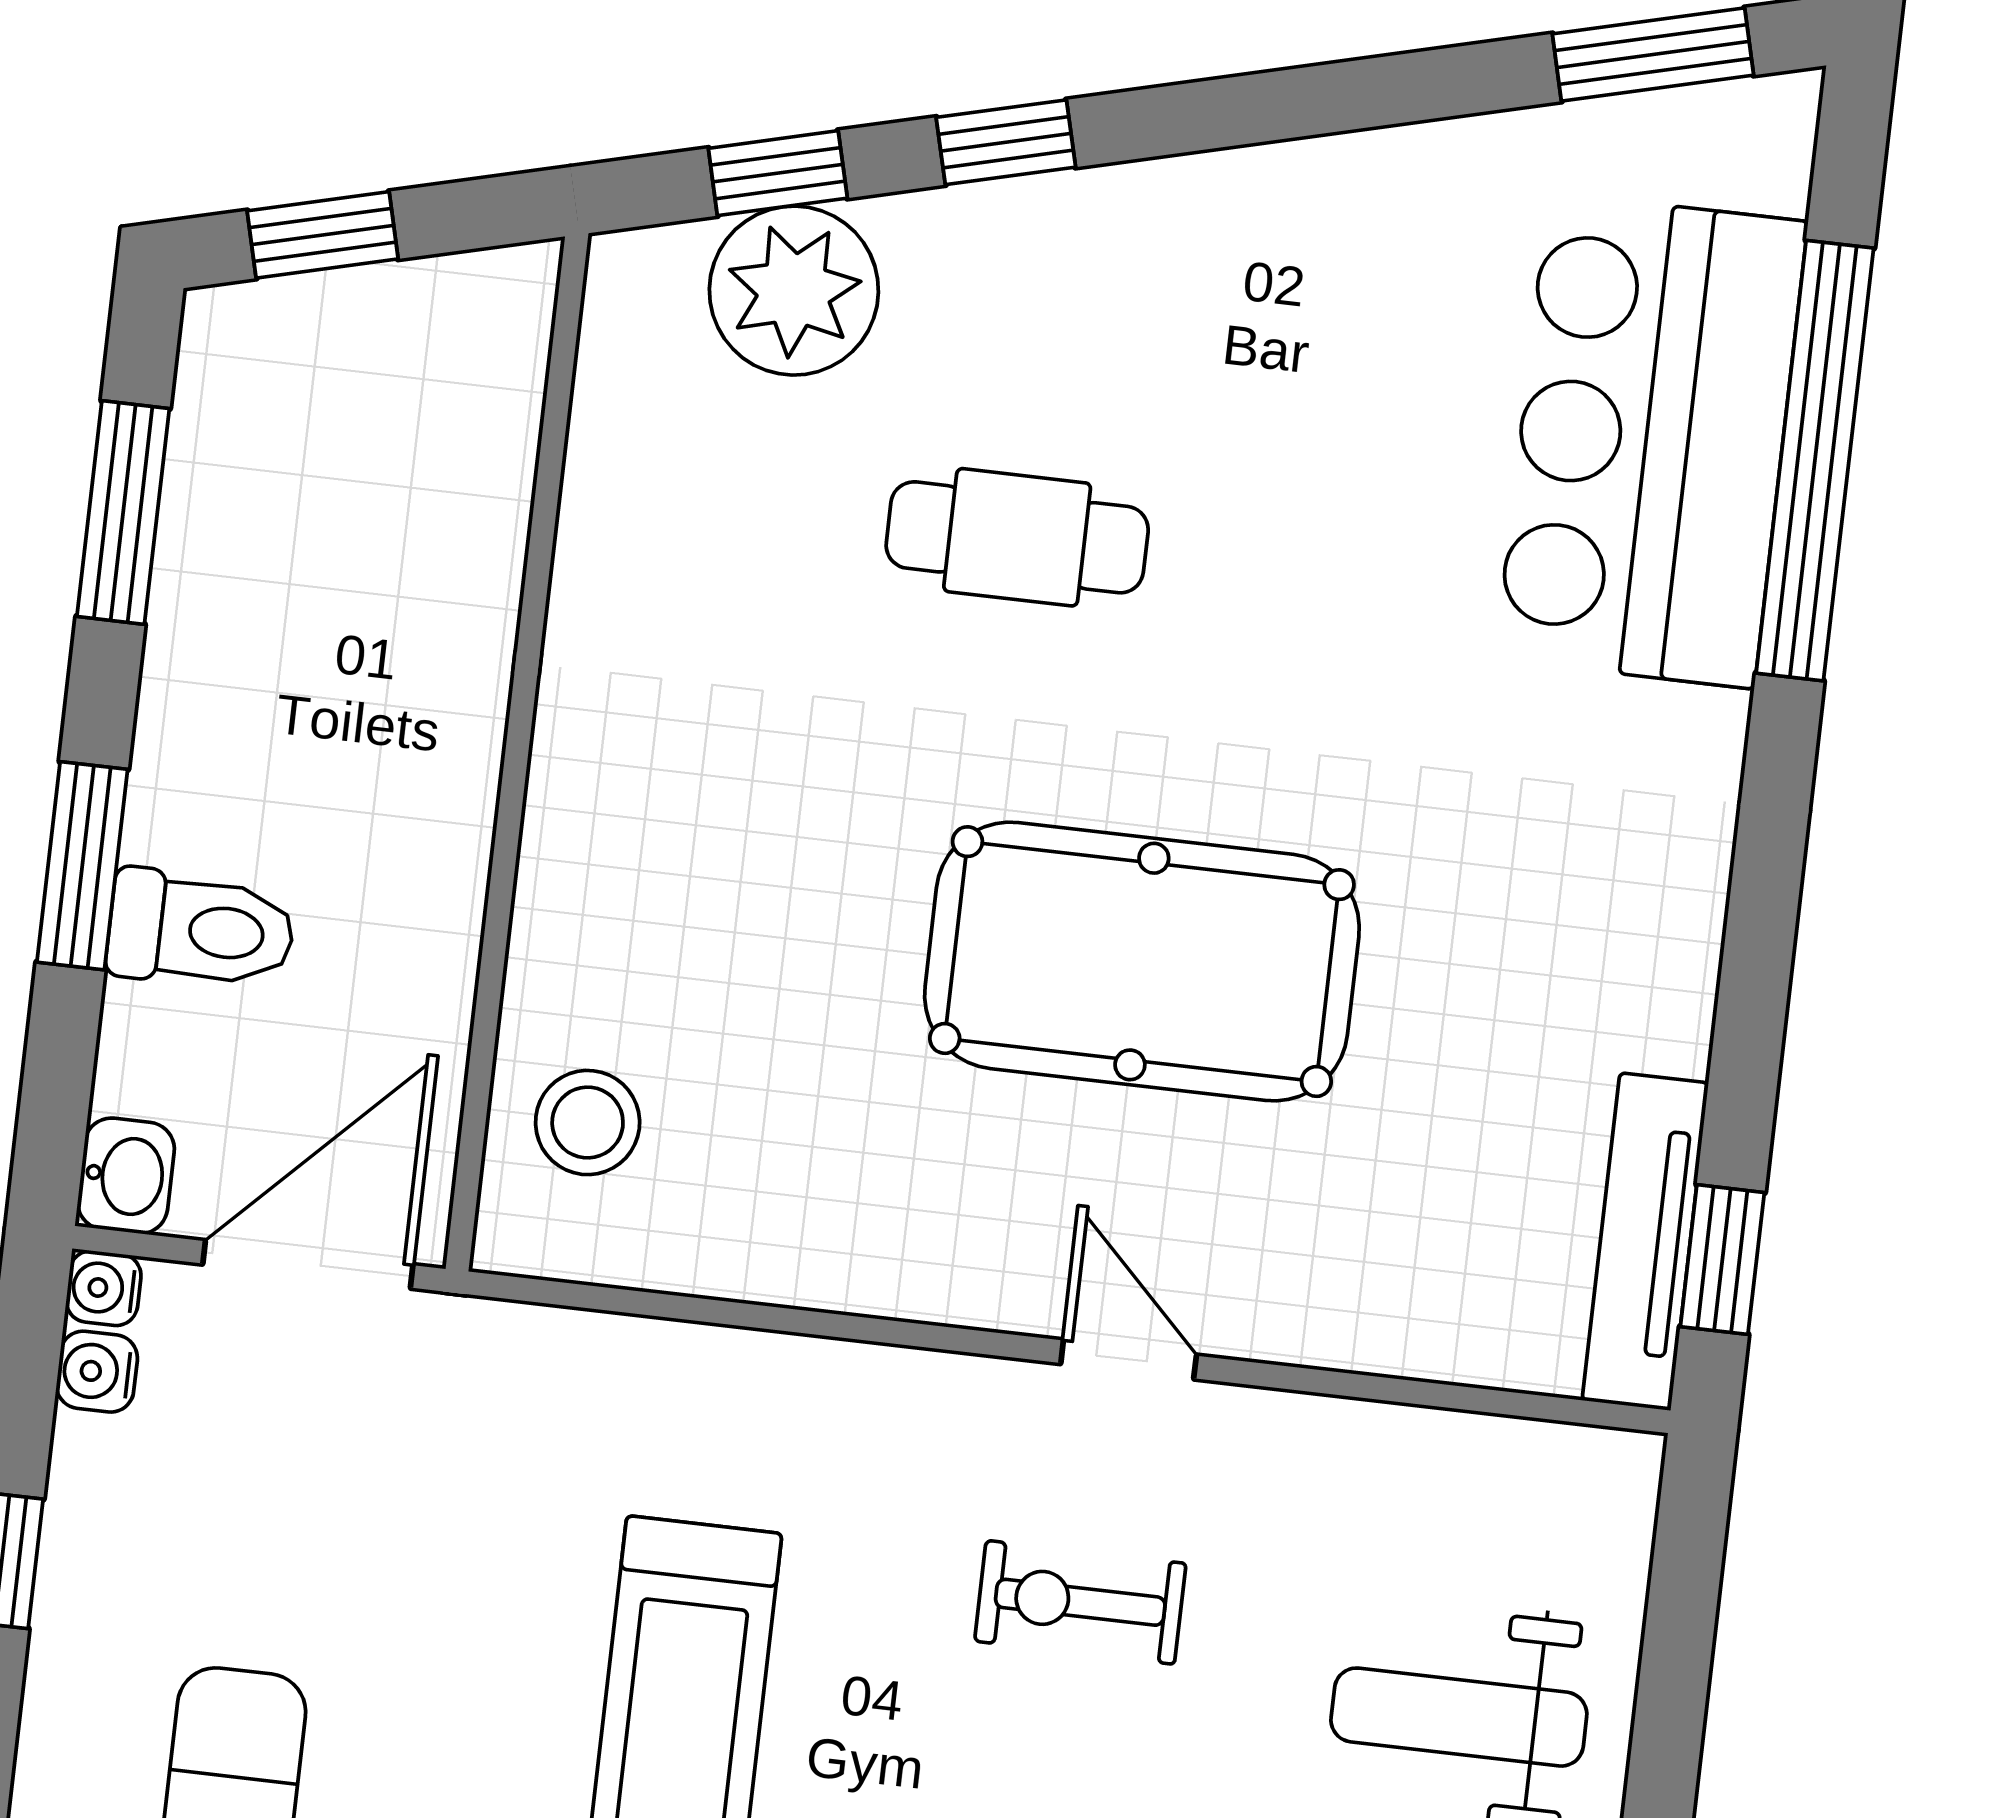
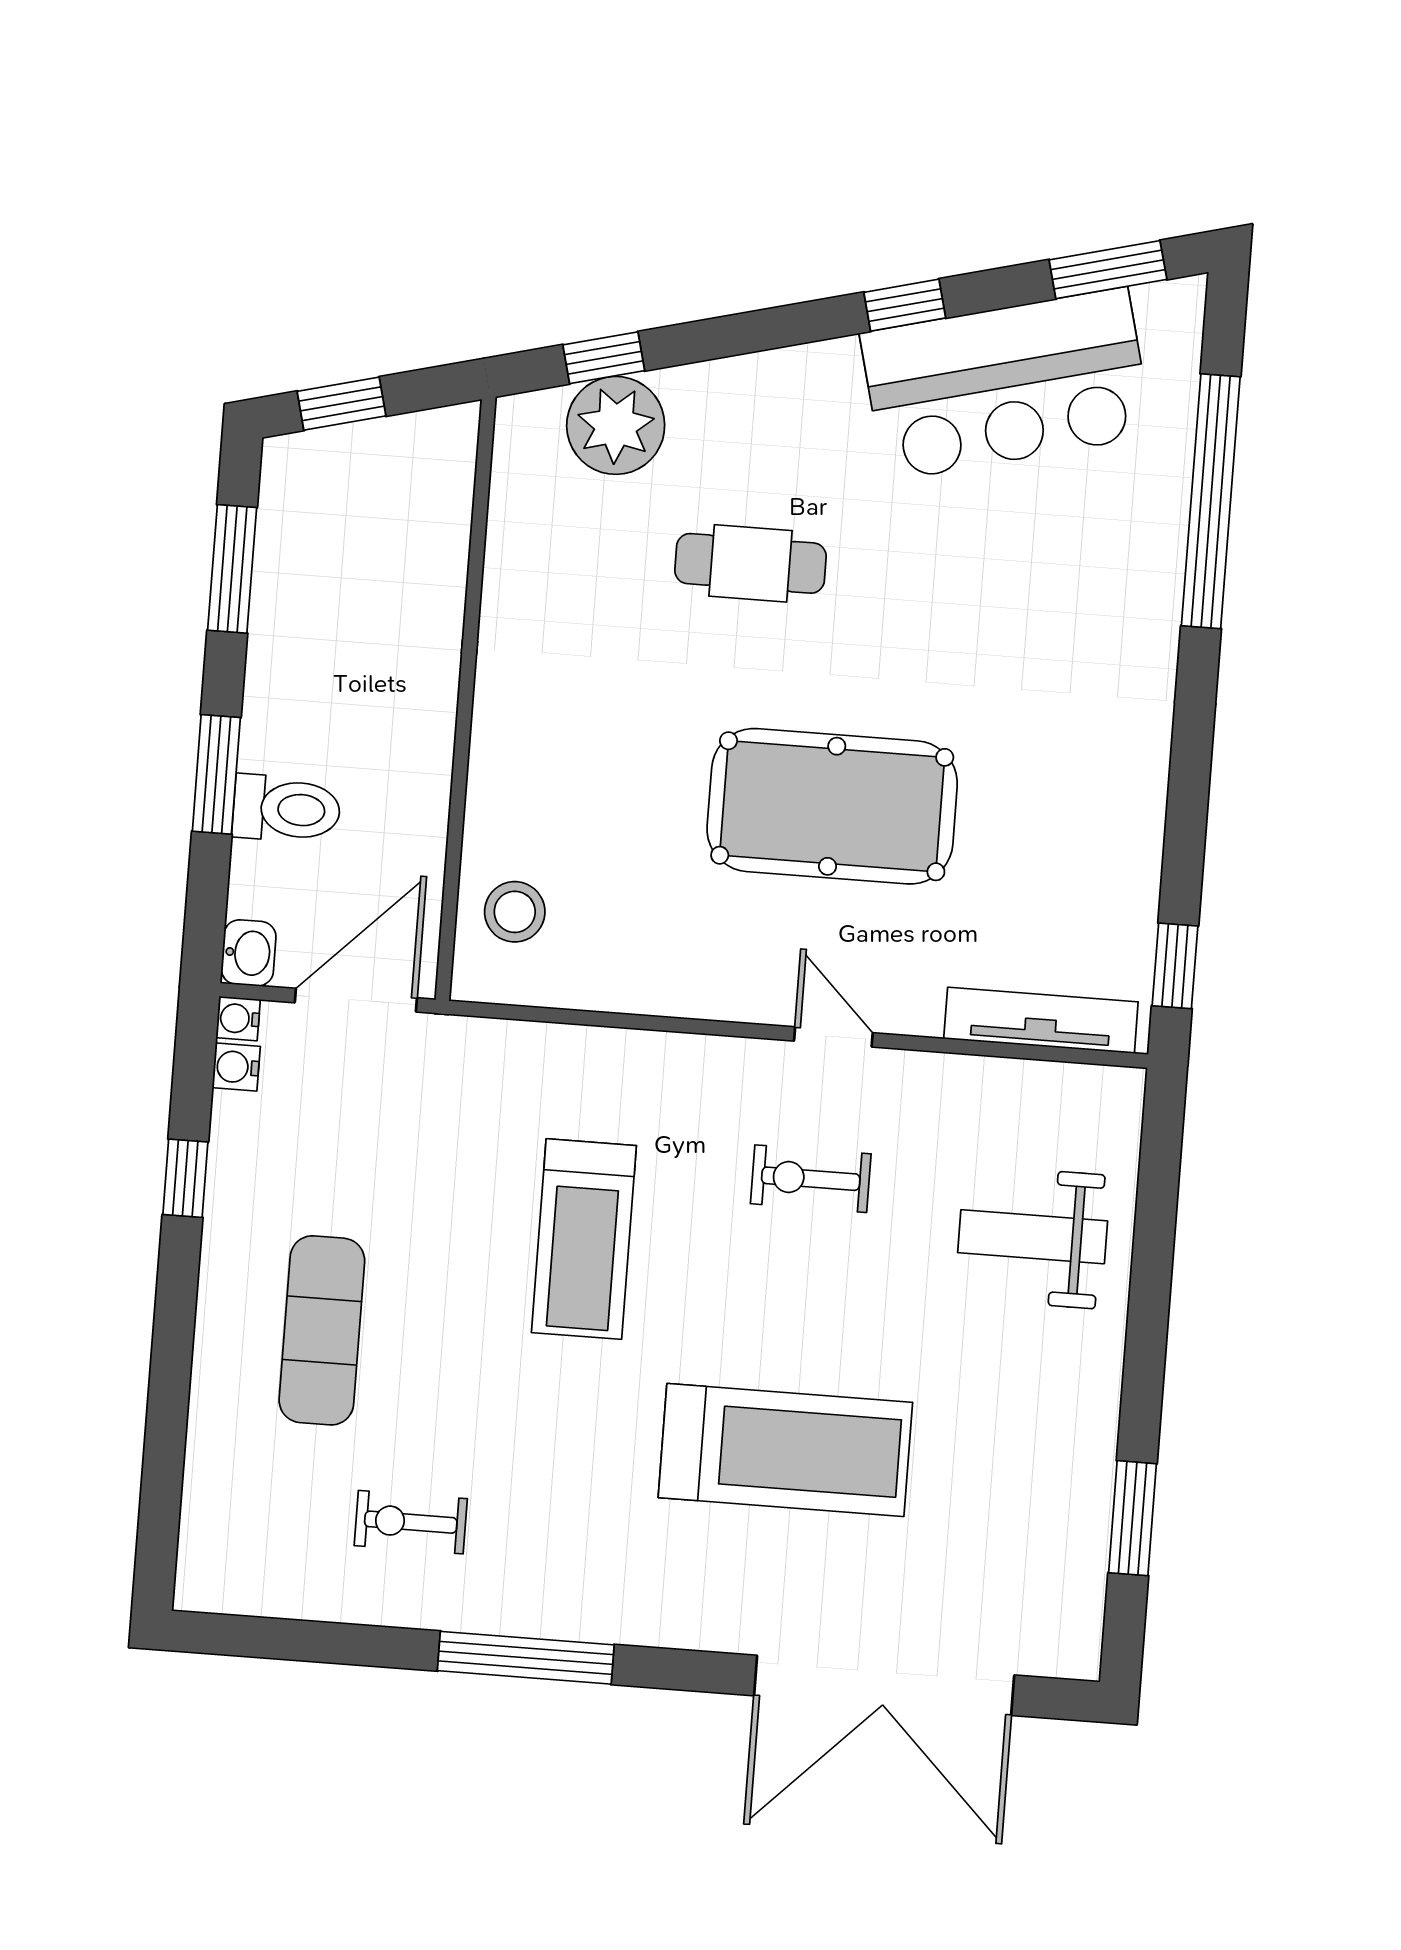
window: (1006, 142) -> (905, 305), moved
bar counter: (1651, 440) -> (1006, 384), moved, turned -104
tv unit: (1645, 1242) -> (1041, 1020), moved, turned 90

